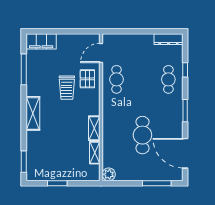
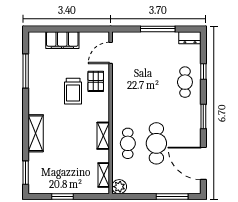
window: (144, 31) -> (158, 29), added
dresser: (169, 39) -> (190, 38), width x0.70
filing cabinet: (41, 41) -> (62, 40), moved
cafe table: (117, 79) -> (128, 143), moved
shelving: (33, 113) -> (36, 133), moved
shelving: (95, 153) -> (104, 175), moved

